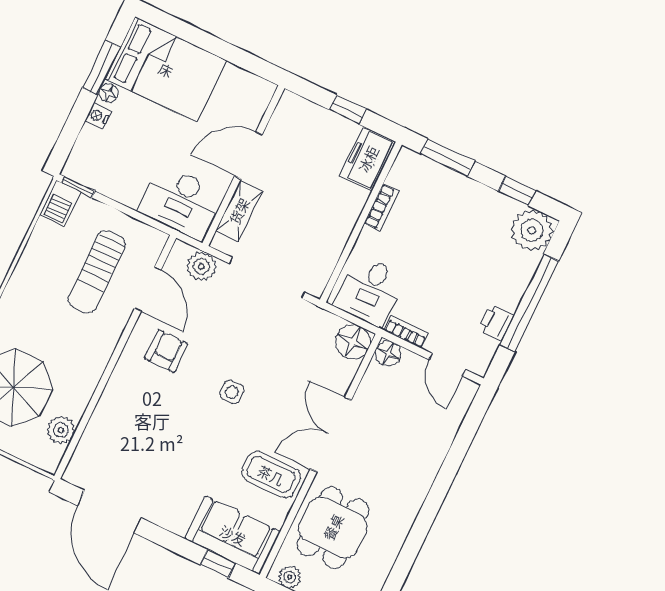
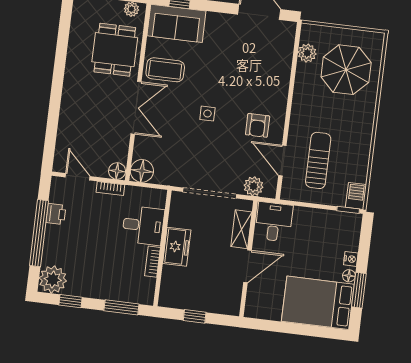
freezer: (368, 159) -> (177, 247), moved
desk: (181, 202) -> (274, 222), width x0.73
desk: (370, 291) -> (143, 225), moved, turned 90

